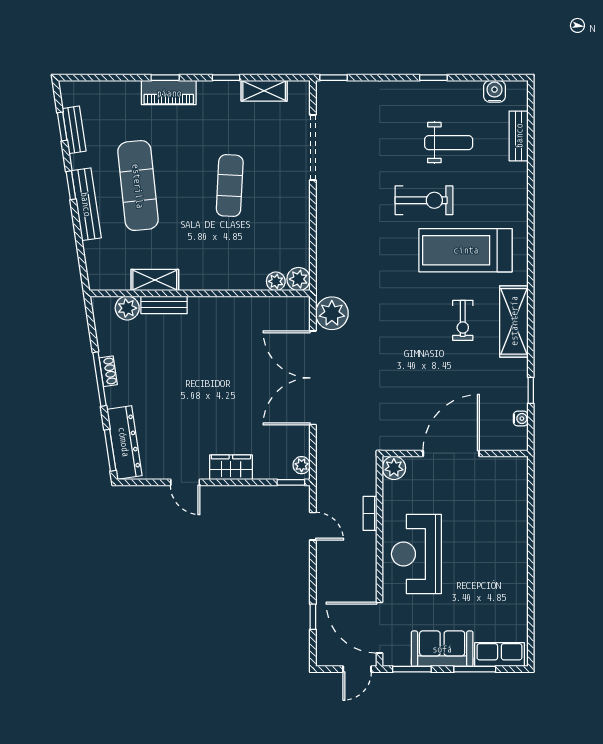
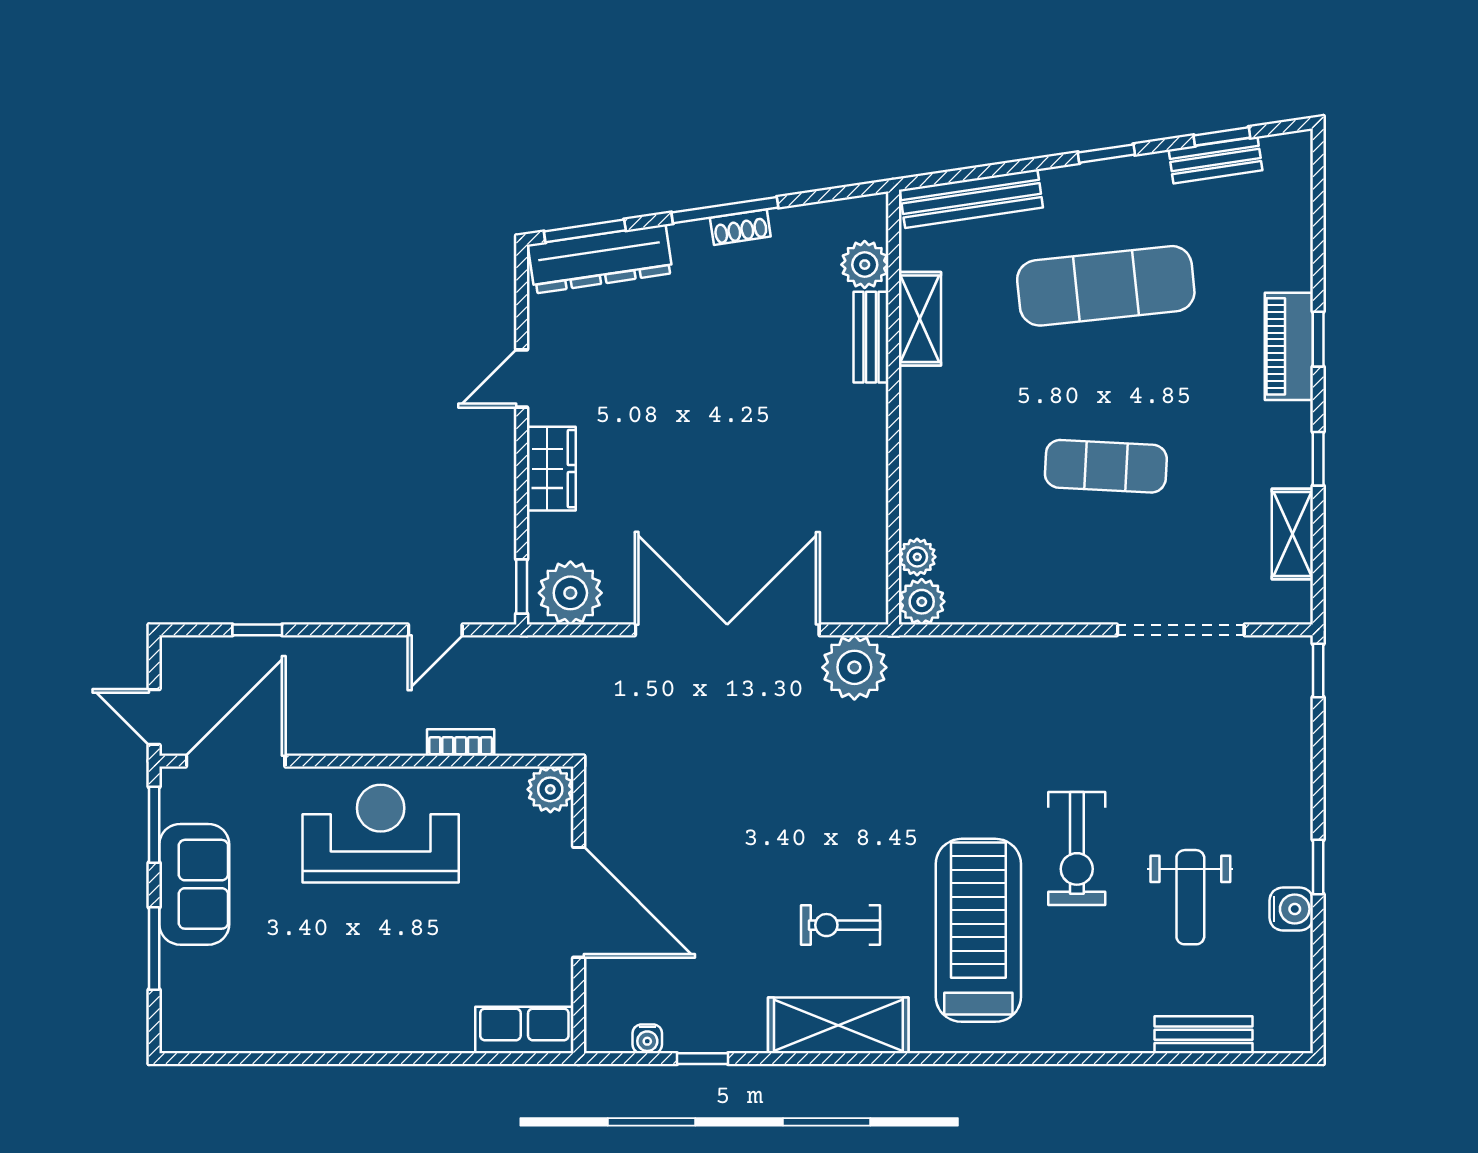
water cooler: (495, 91) -> (1291, 909), moved
bench: (86, 204) -> (971, 199), moved
plant: (302, 465) -> (570, 593), width x1.88, depth x1.88
row of seats: (499, 655) -> (524, 1030), moved, turned -90

